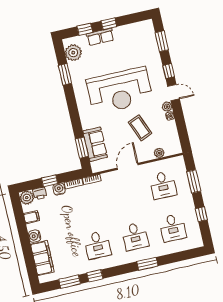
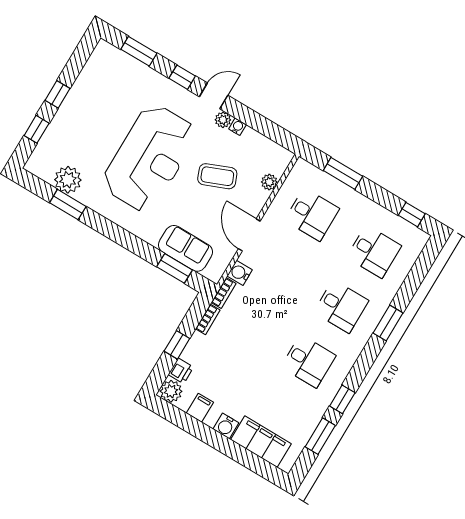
row of seats: (100, 37) -> (63, 120), removed
plant: (73, 53) -> (68, 180), moved
water cooler: (59, 189) -> (240, 273), moved
window: (201, 214) -> (412, 215), moved

